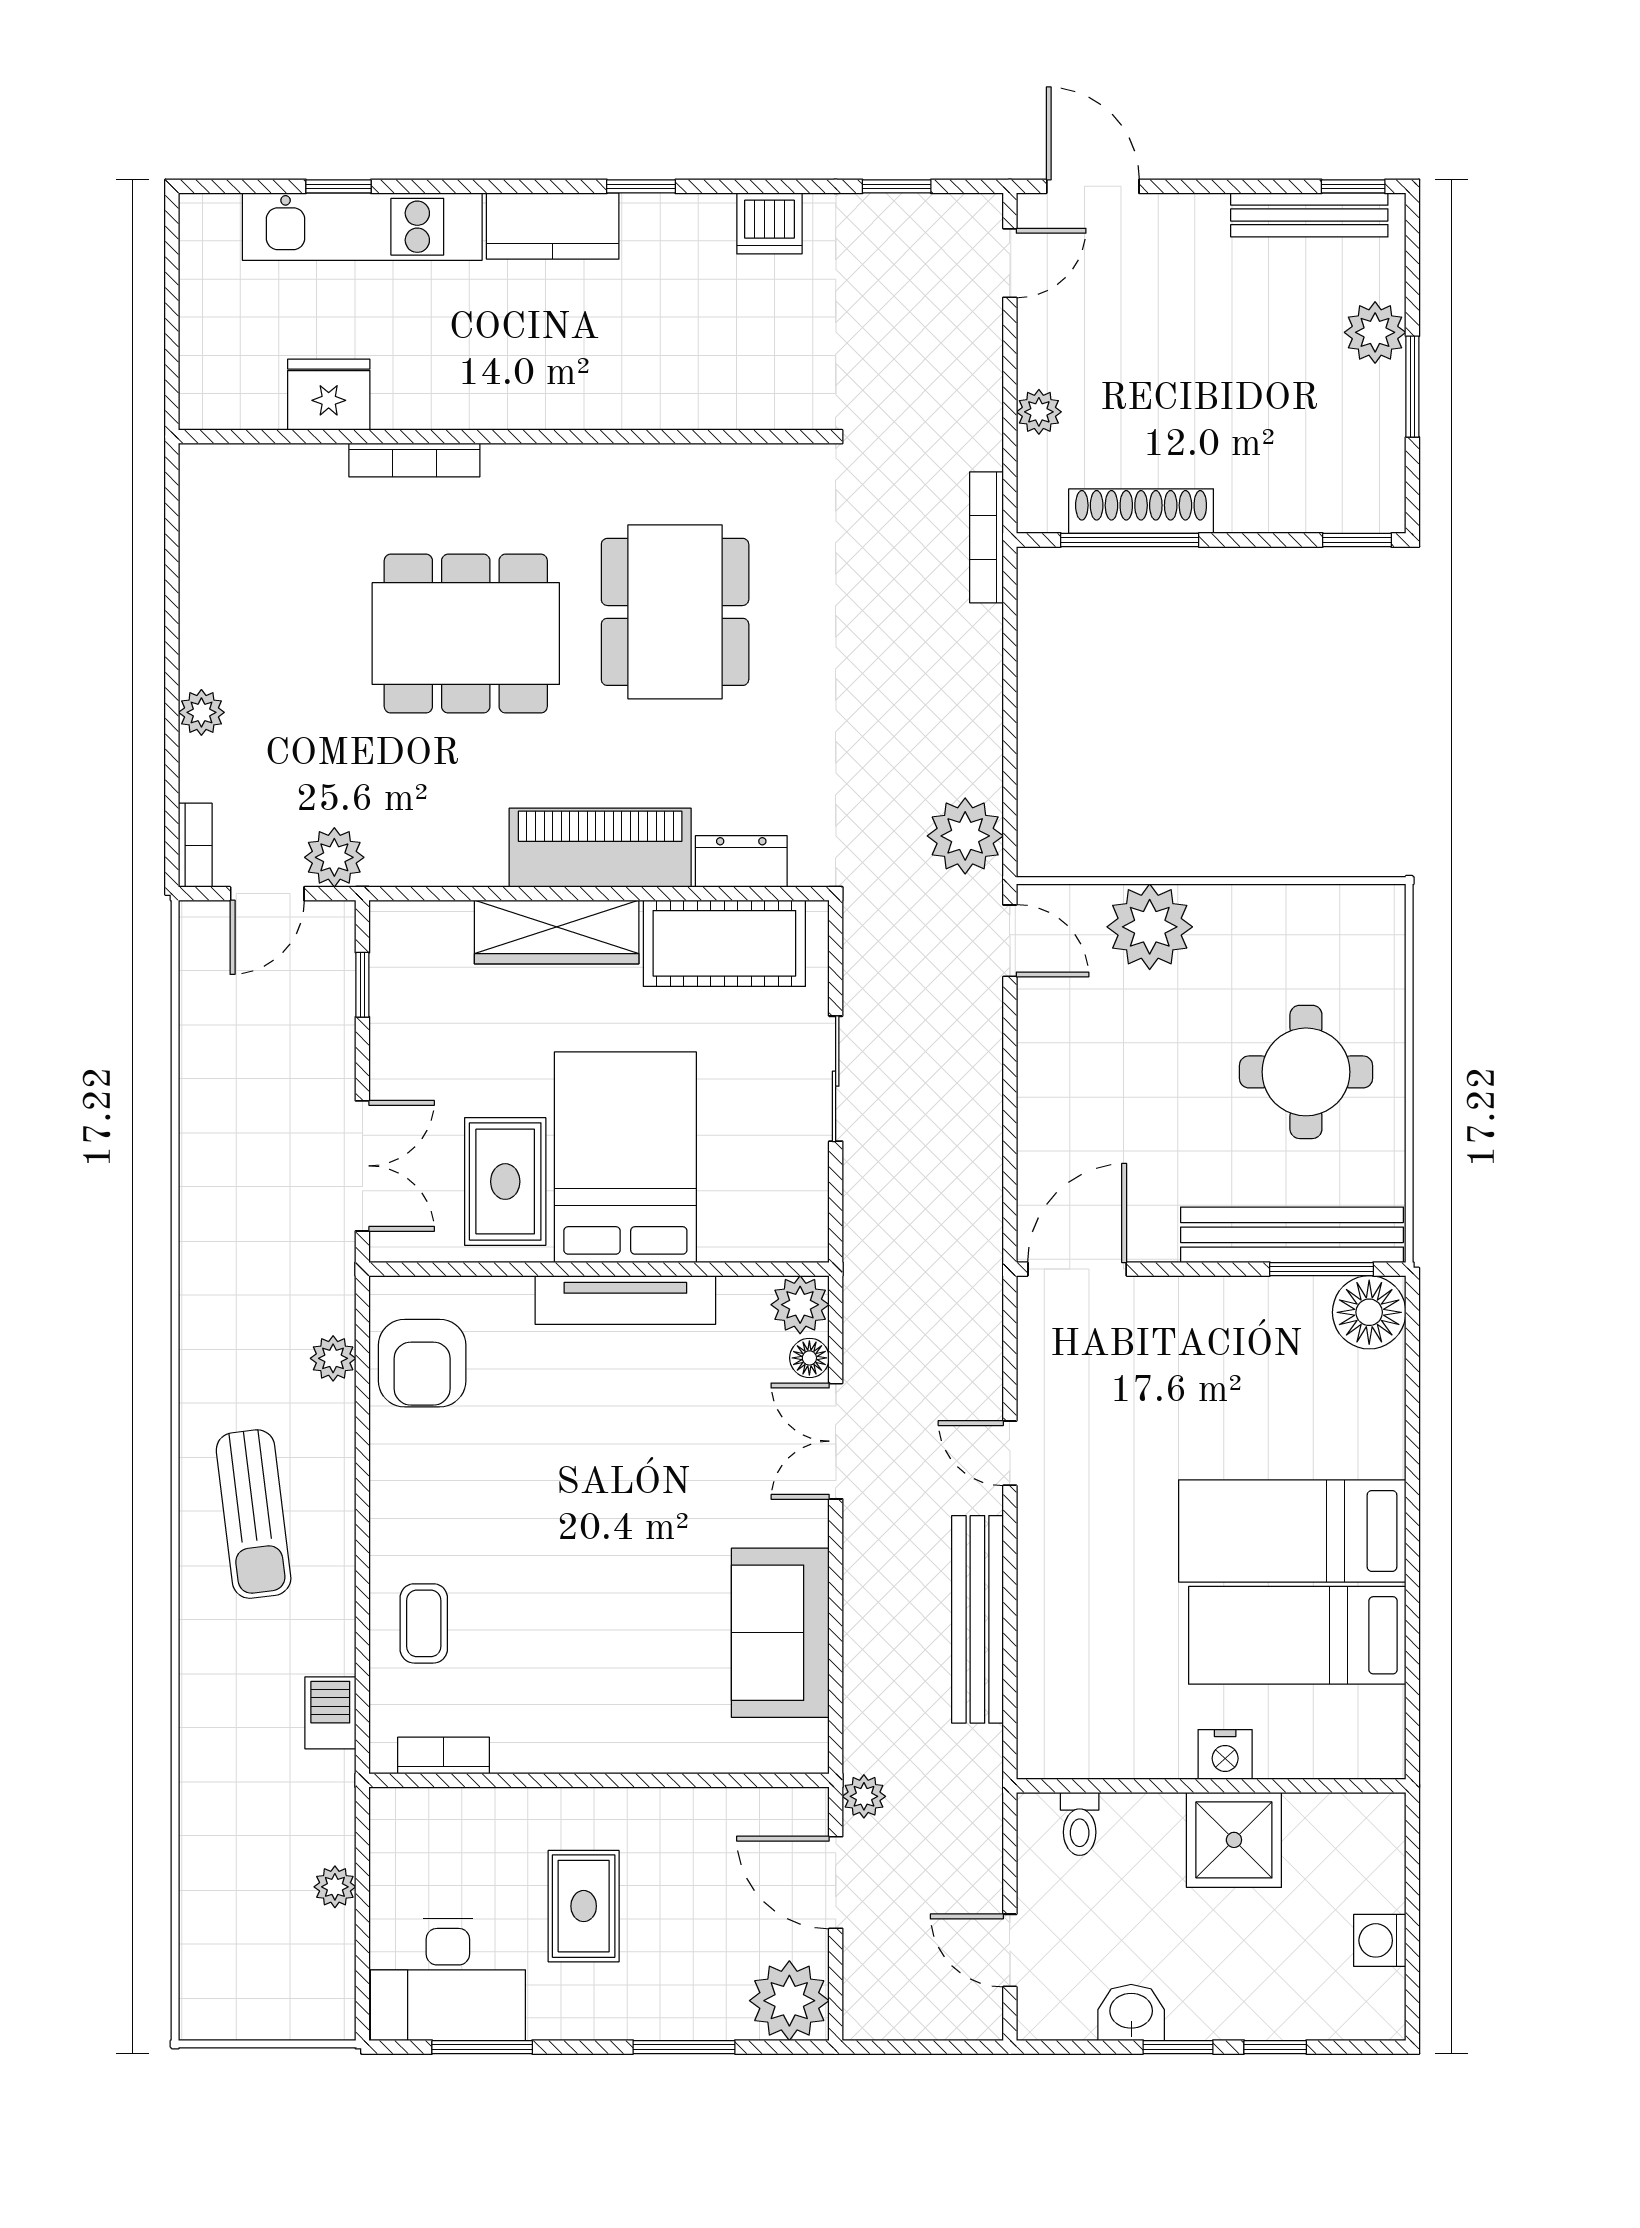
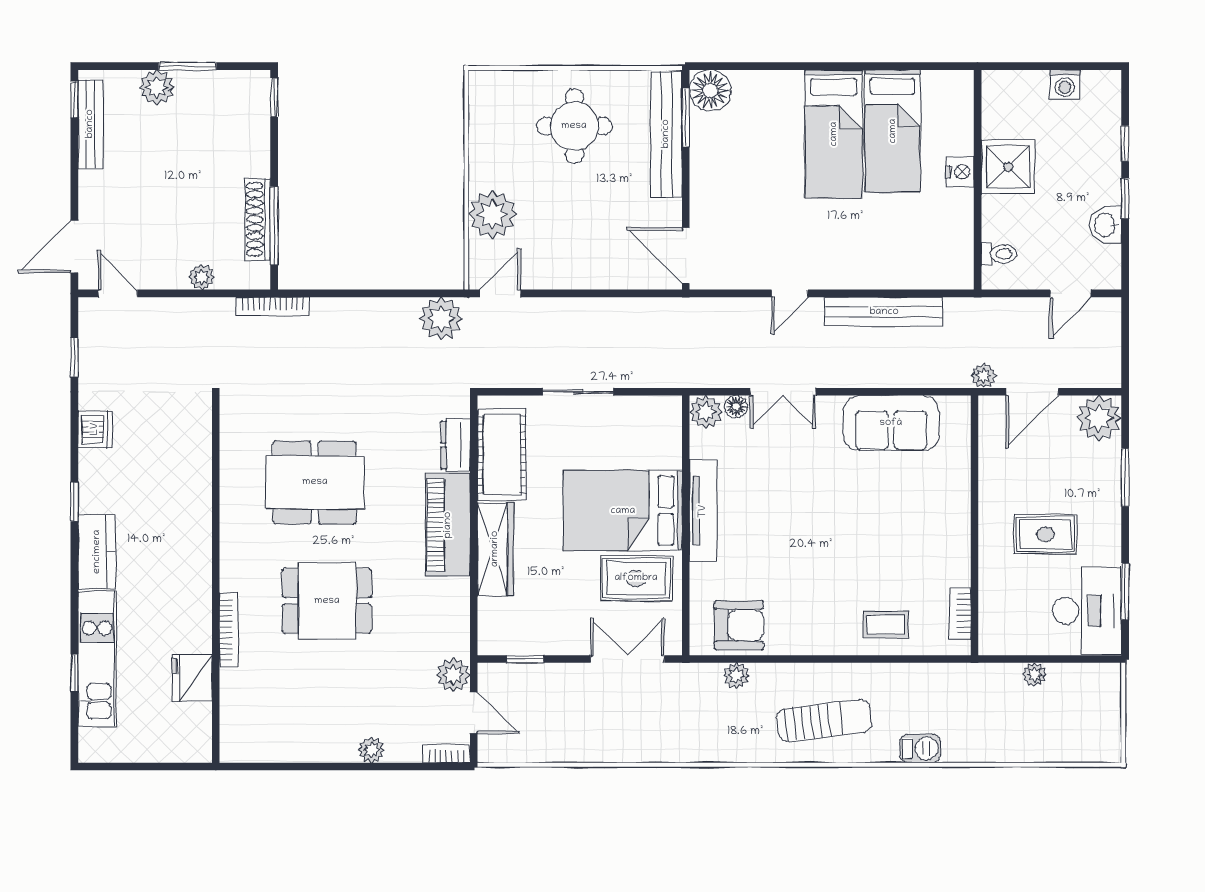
dining table: (466, 634) -> (327, 601), width x0.73
barbecue: (330, 1713) -> (920, 748), moved, turned 180

